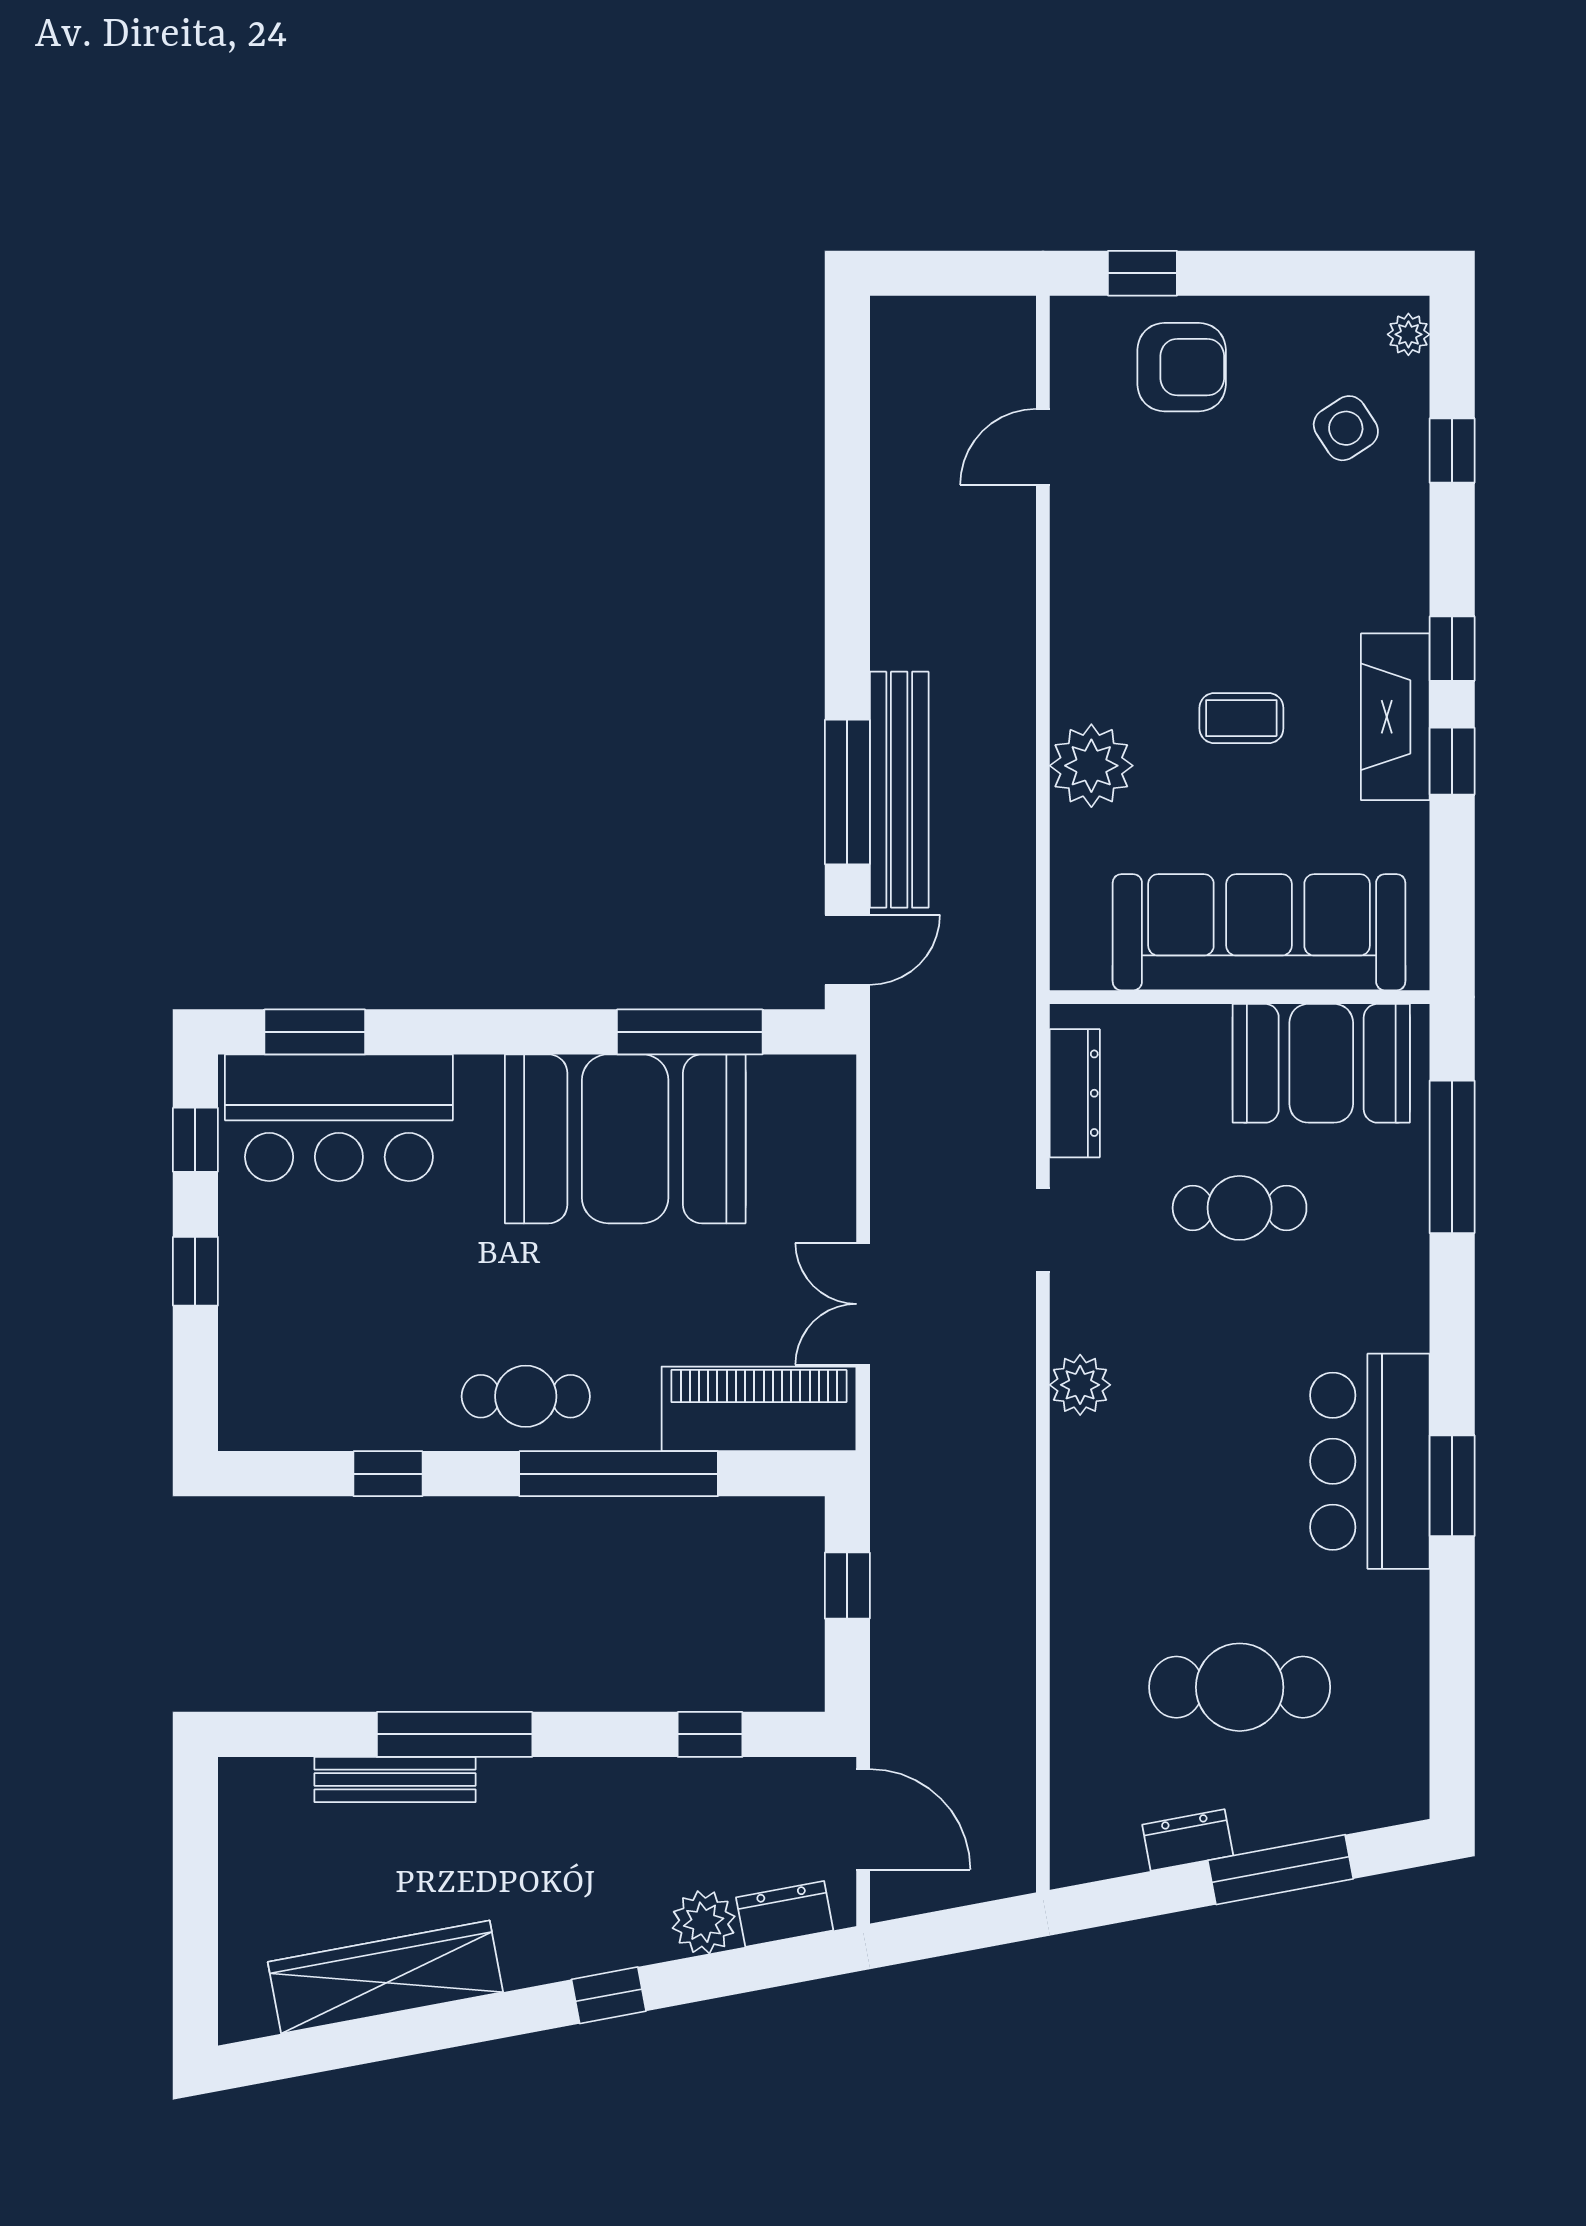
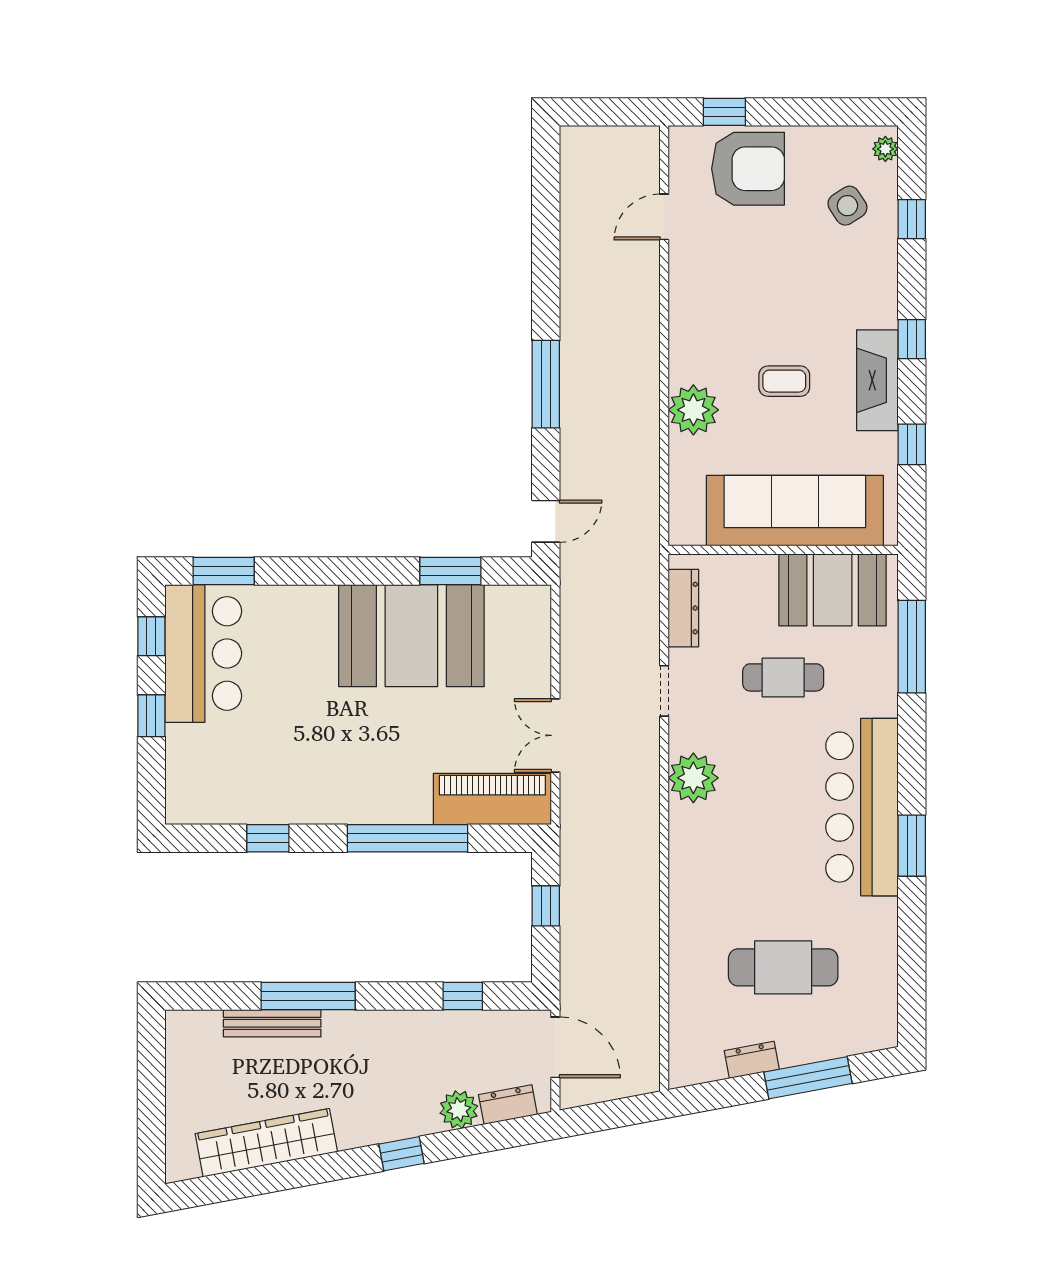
armchair: (1182, 367) -> (748, 169), width x1.36, depth x1.36
window: (1452, 761) -> (912, 444), moved
bench: (899, 790) -> (577, 424), removed
window: (847, 792) -> (546, 384), moved
window: (690, 1032) -> (450, 571), width x0.69
bar counter: (339, 1118) -> (203, 653), moved, turned -90
plant: (1080, 1385) -> (693, 778), width x1.36, depth x1.36
cafe table: (526, 1396) -> (351, 791), removed
bar counter: (1370, 1461) -> (862, 807), width x1.36

